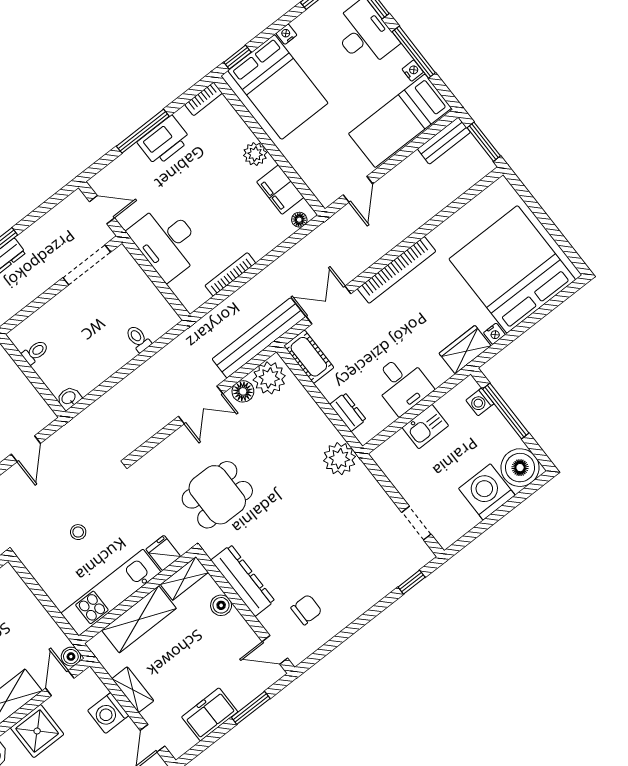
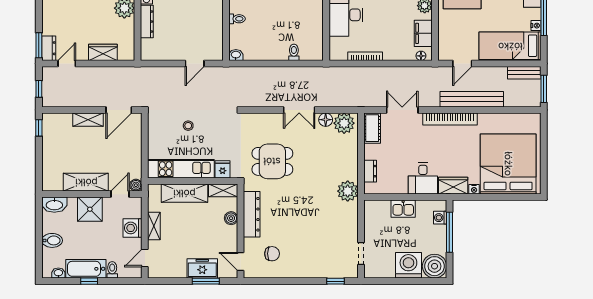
bench: (259, 338) -> (472, 99), moved
desk: (402, 384) -> (423, 178), moved
freezer: (210, 714) -> (202, 268), moved

